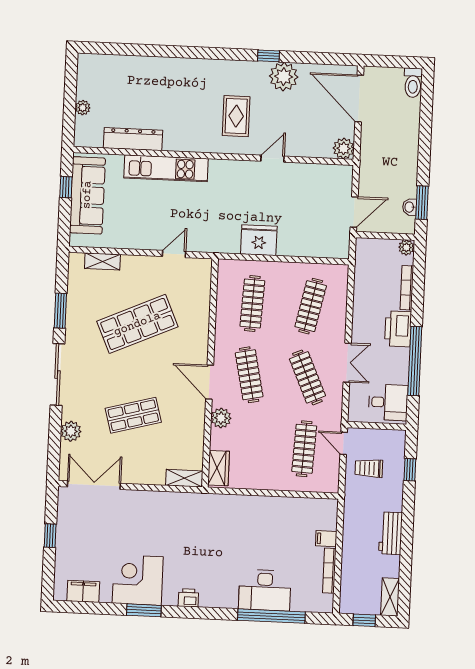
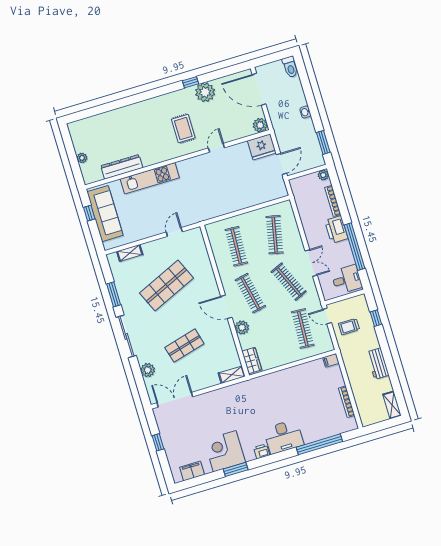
washbasin: (410, 207) -> (305, 112), moved
fridge: (259, 240) -> (262, 147), moved, turned 180
filing cabinet: (326, 539) -> (331, 360), moved
desk: (265, 590) -> (284, 437), moved
window: (364, 620) -> (380, 426), removed

